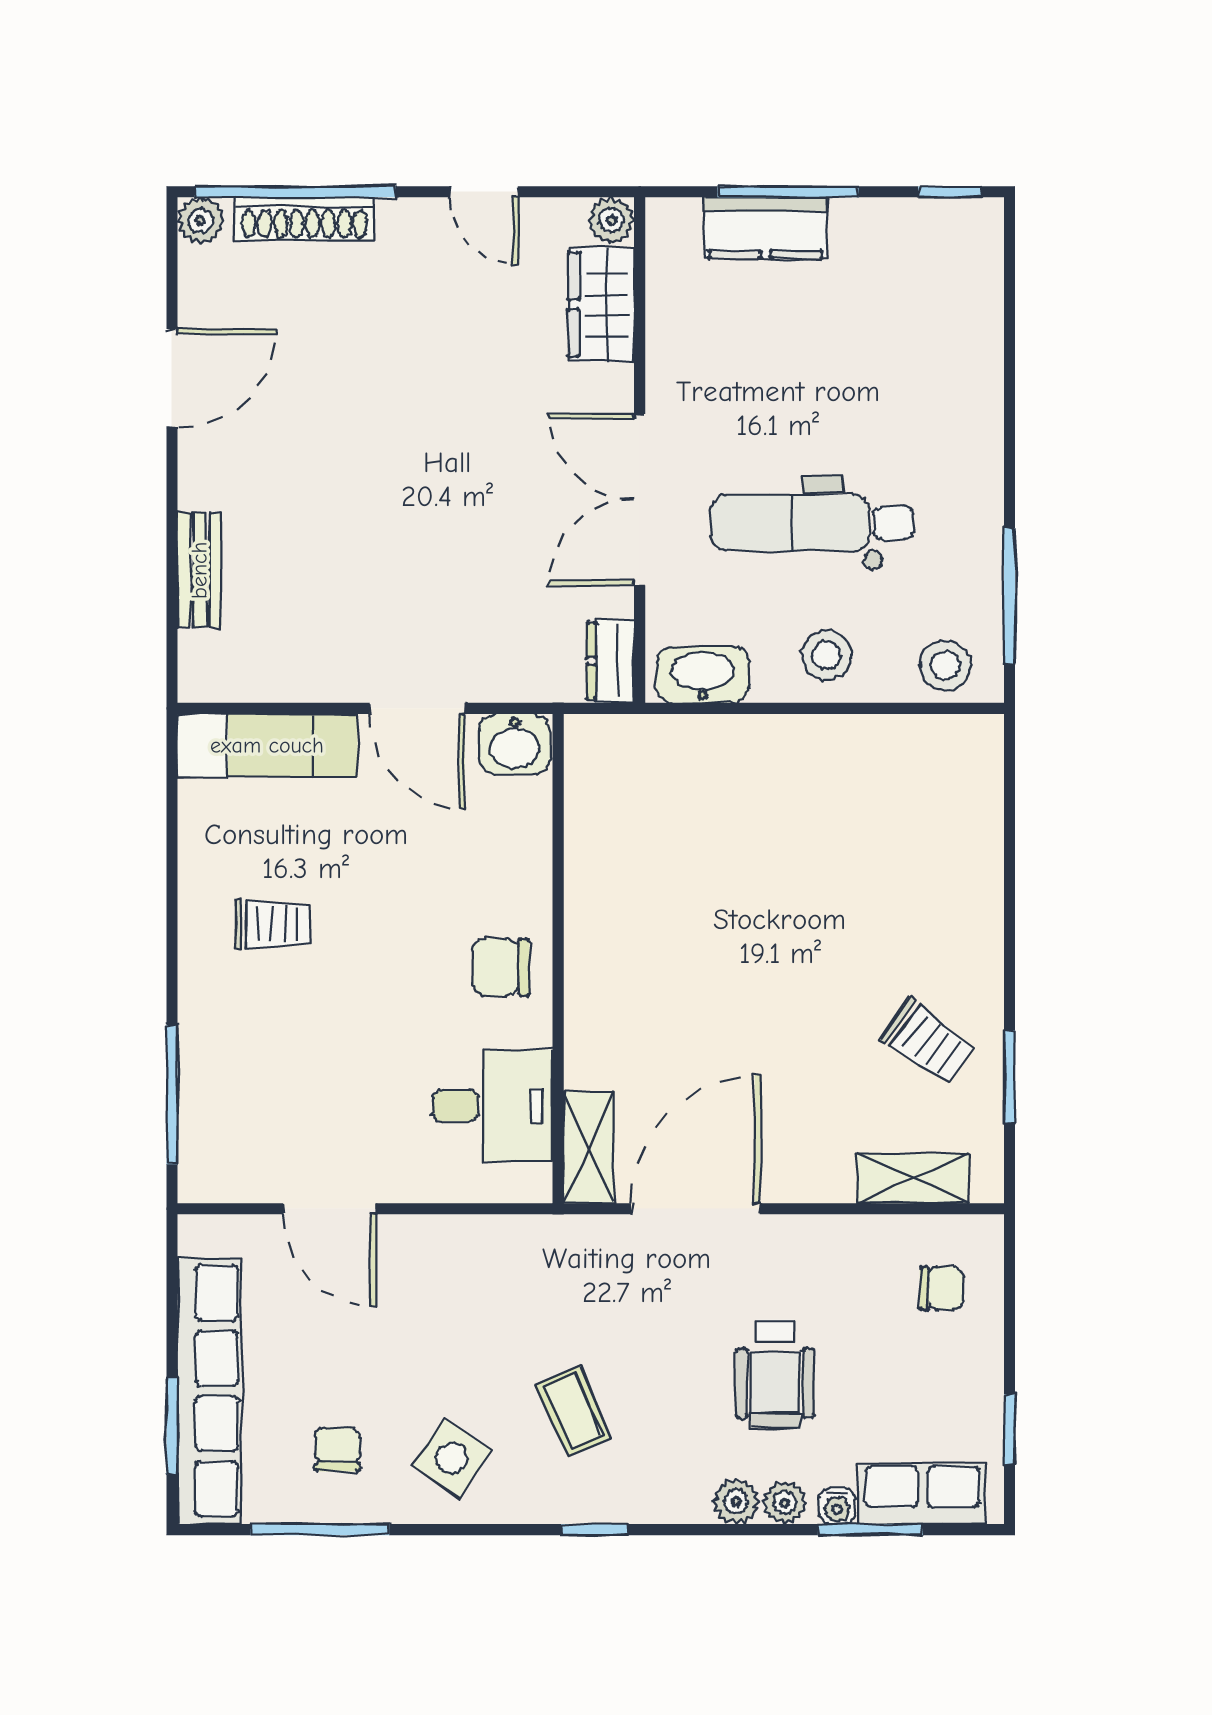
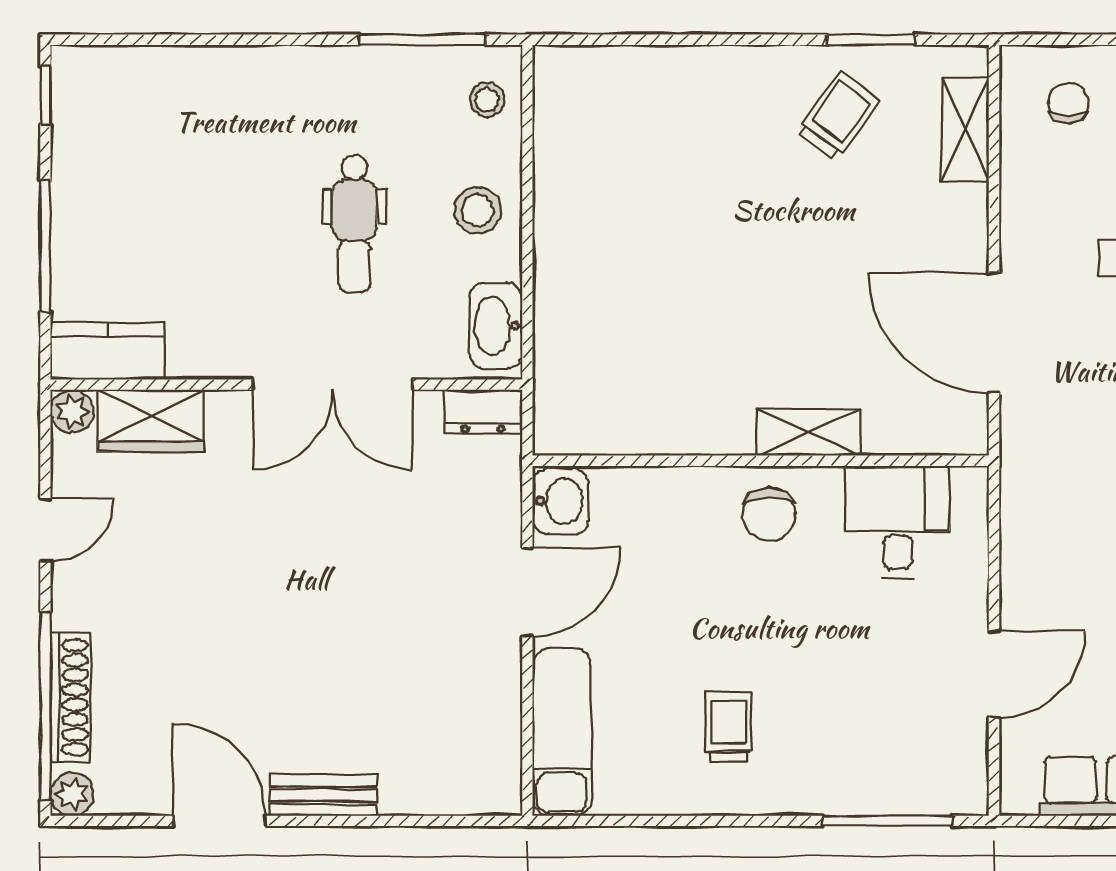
kitchen counter: (766, 228) -> (108, 351), moved, turned -90
dental chair: (812, 523) -> (354, 224), width x0.73, depth x0.72
bench: (199, 570) -> (323, 795), moved
stool: (945, 665) -> (487, 100), width x0.73, depth x0.73
shelving: (589, 1147) -> (809, 432), moved

